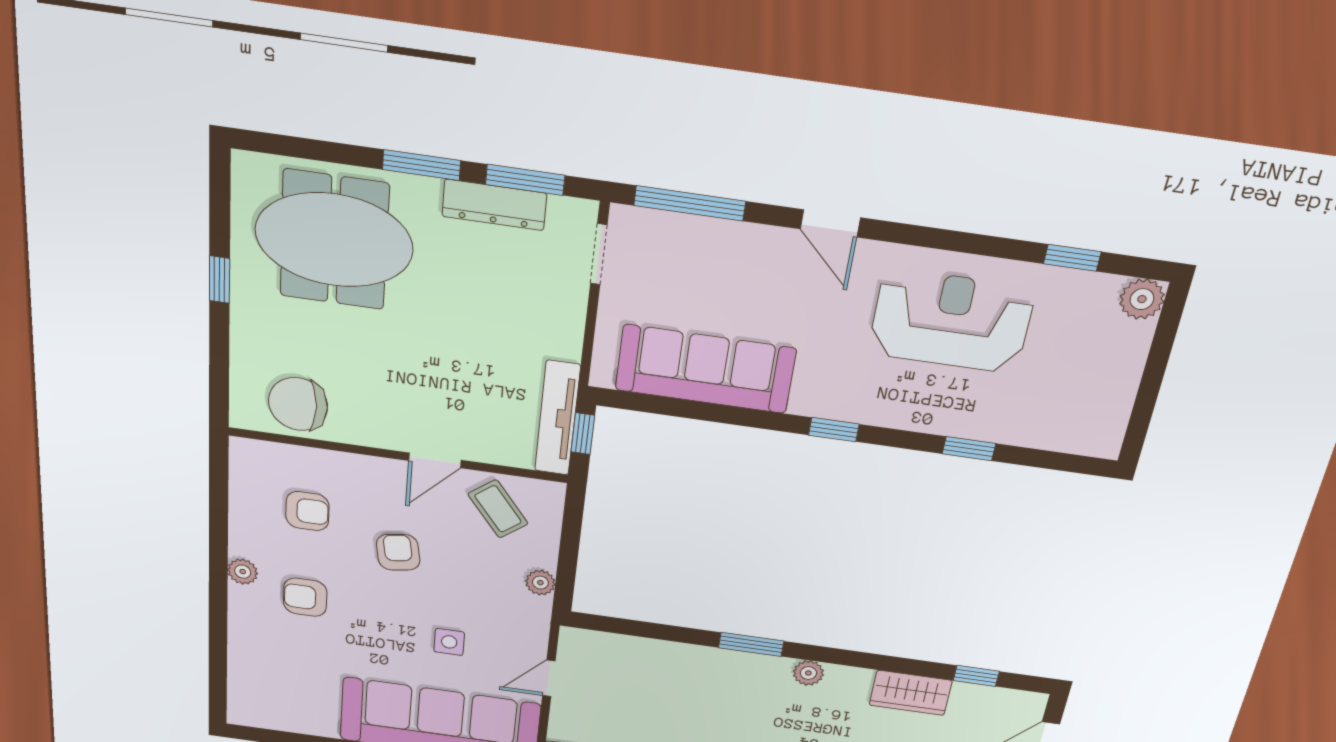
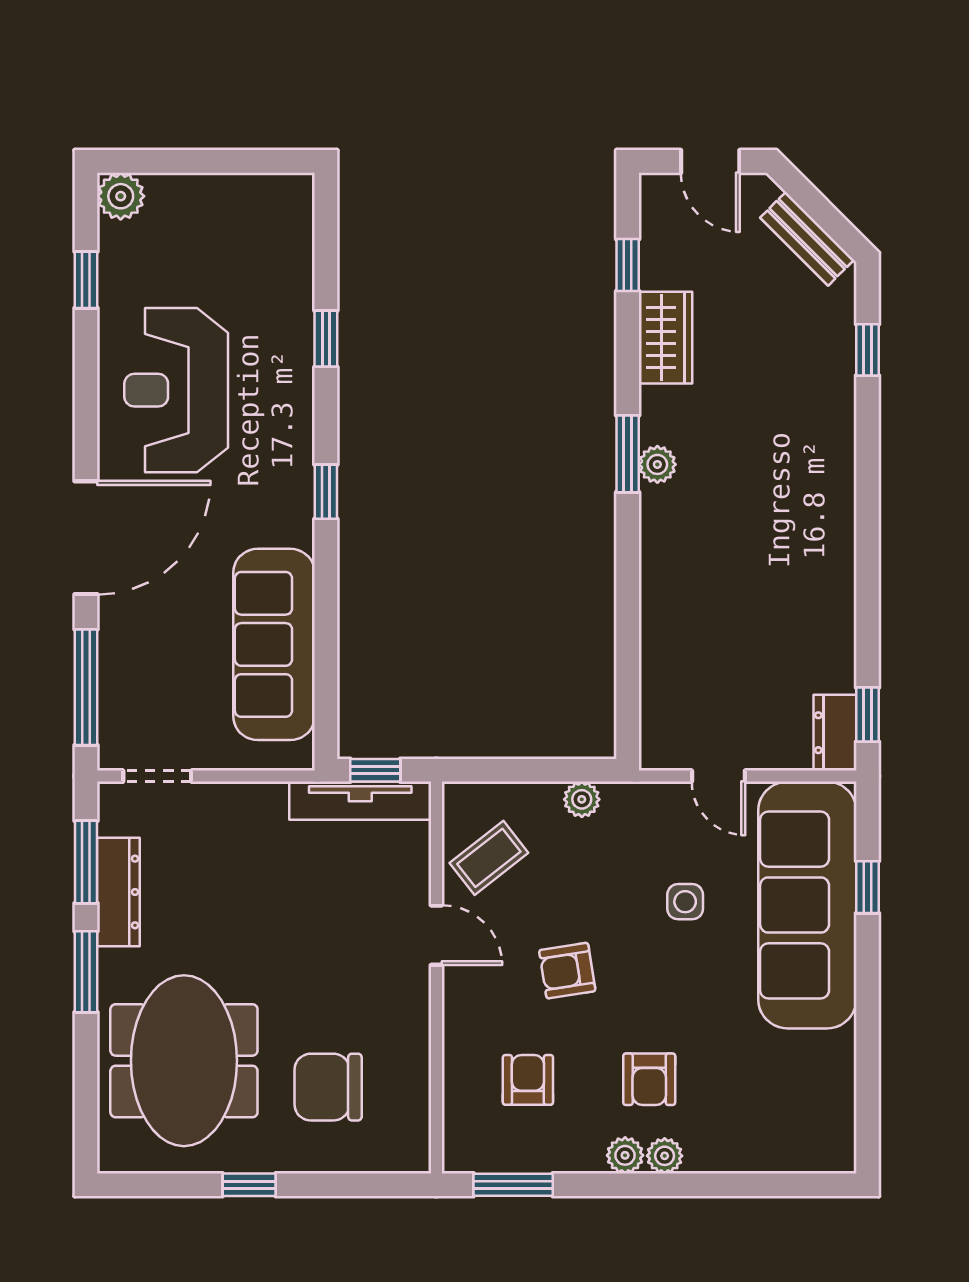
door: (830, 223) -> (86, 538), width x1.87
chair: (298, 404) -> (328, 1087), moved, turned 90
window: (219, 488) -> (513, 1185), added
plant: (242, 599) -> (665, 1156), added
window: (751, 644) -> (628, 454), moved

